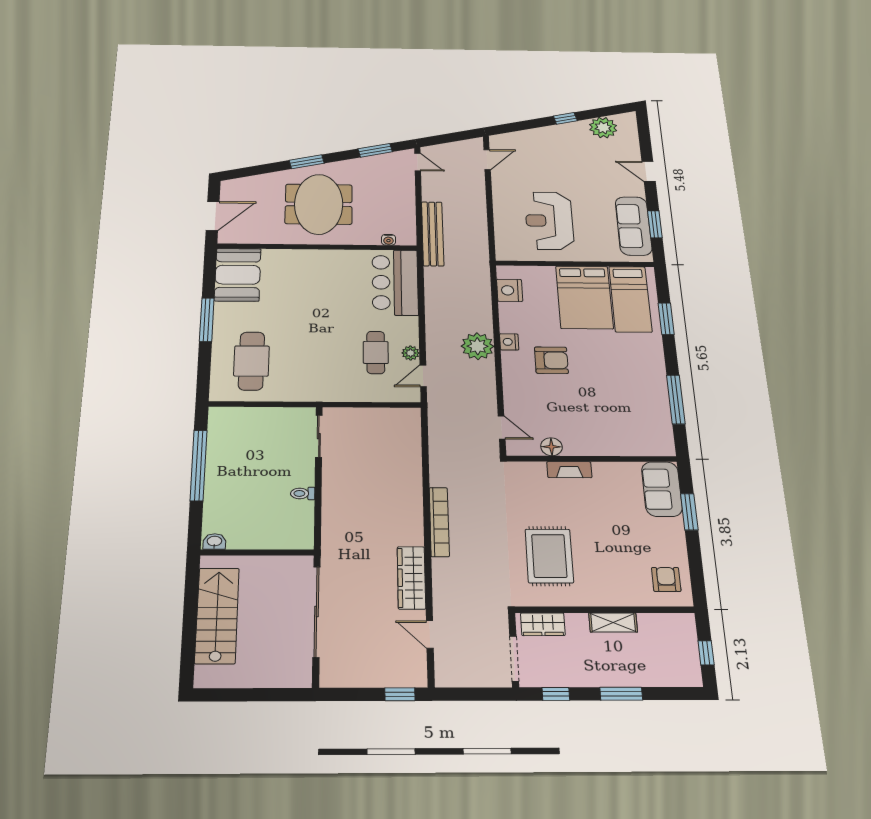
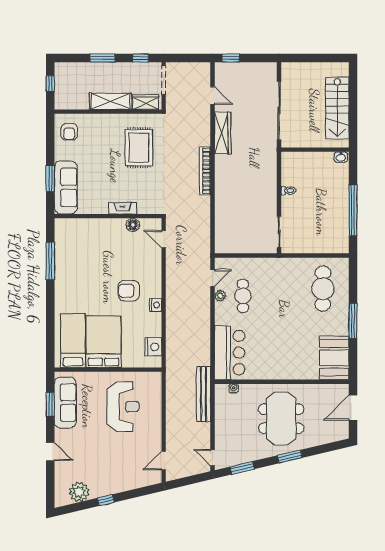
window: (666, 319) -> (50, 325), removed
plant: (477, 346) -> (177, 301), removed
sofa: (662, 489) -> (66, 187), width x1.36
shelving: (613, 622) -> (111, 101), width x1.50, depth x1.33

